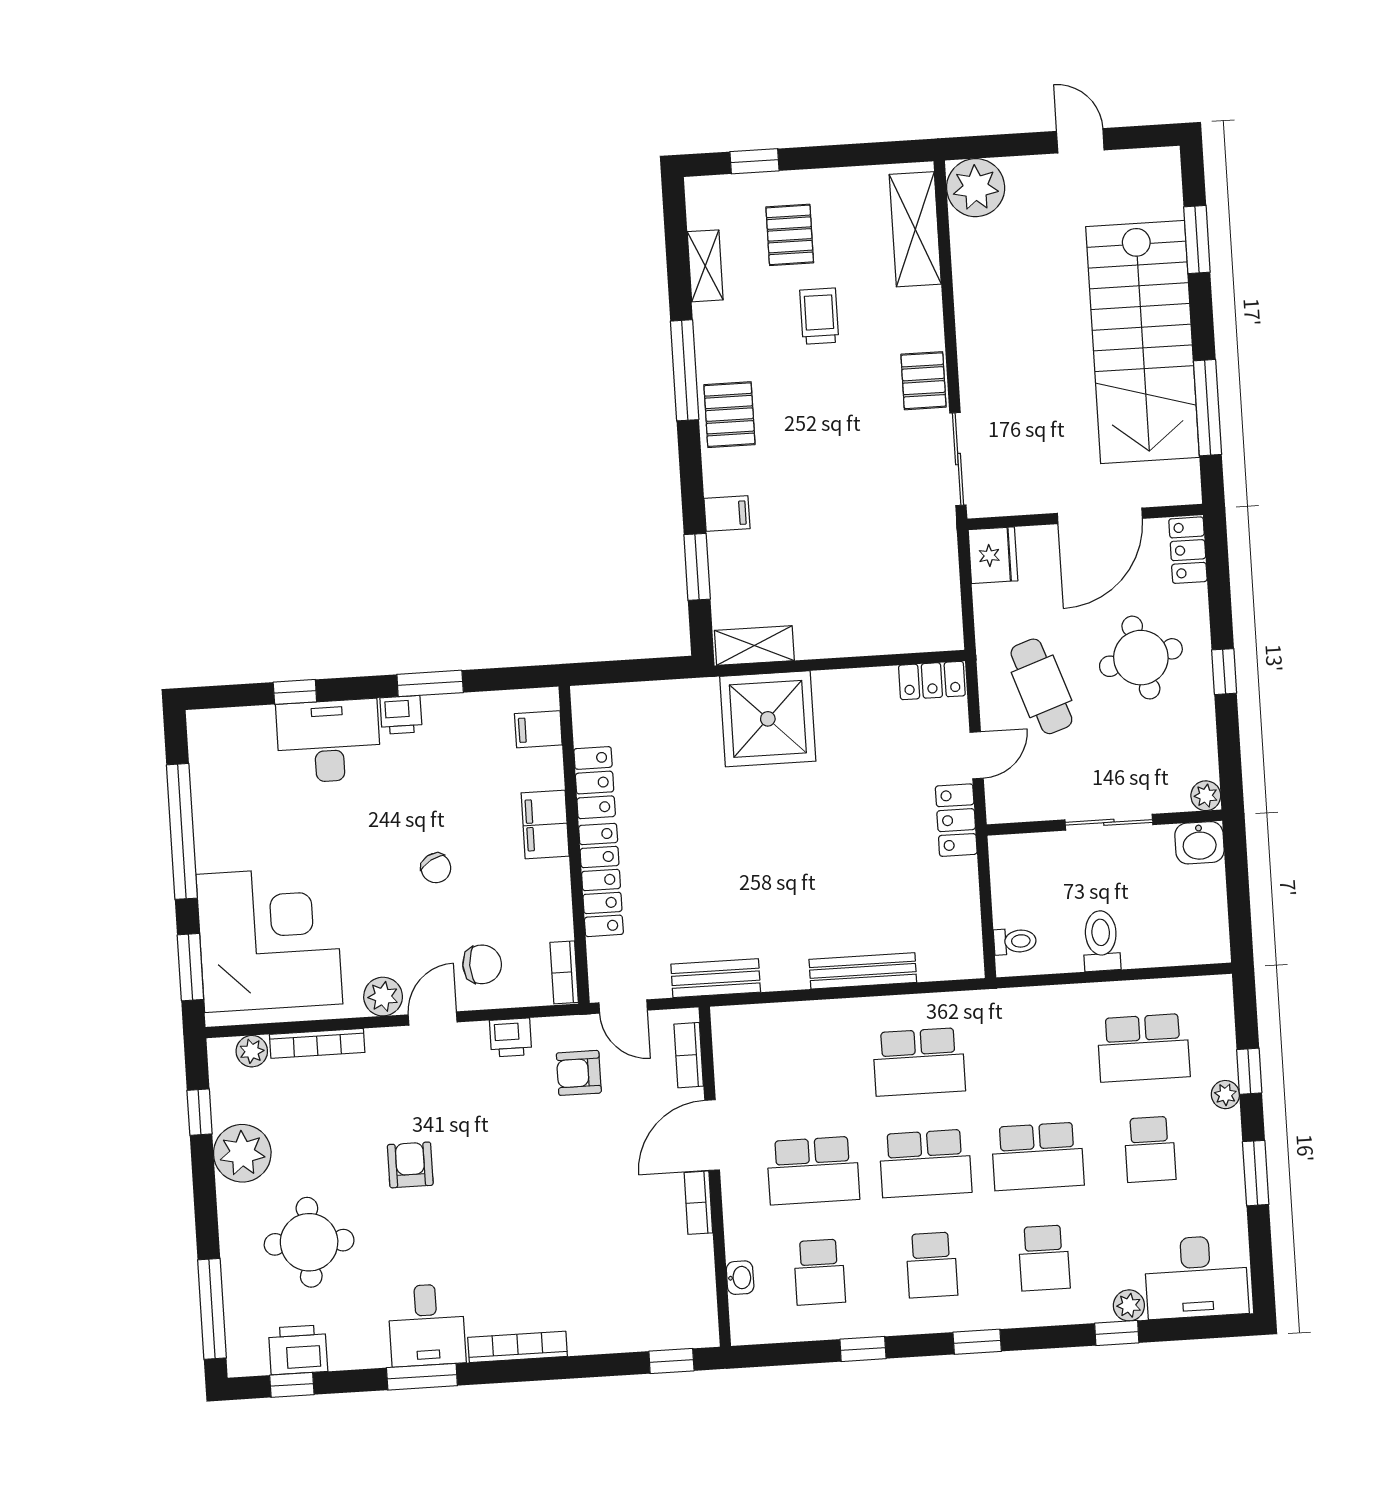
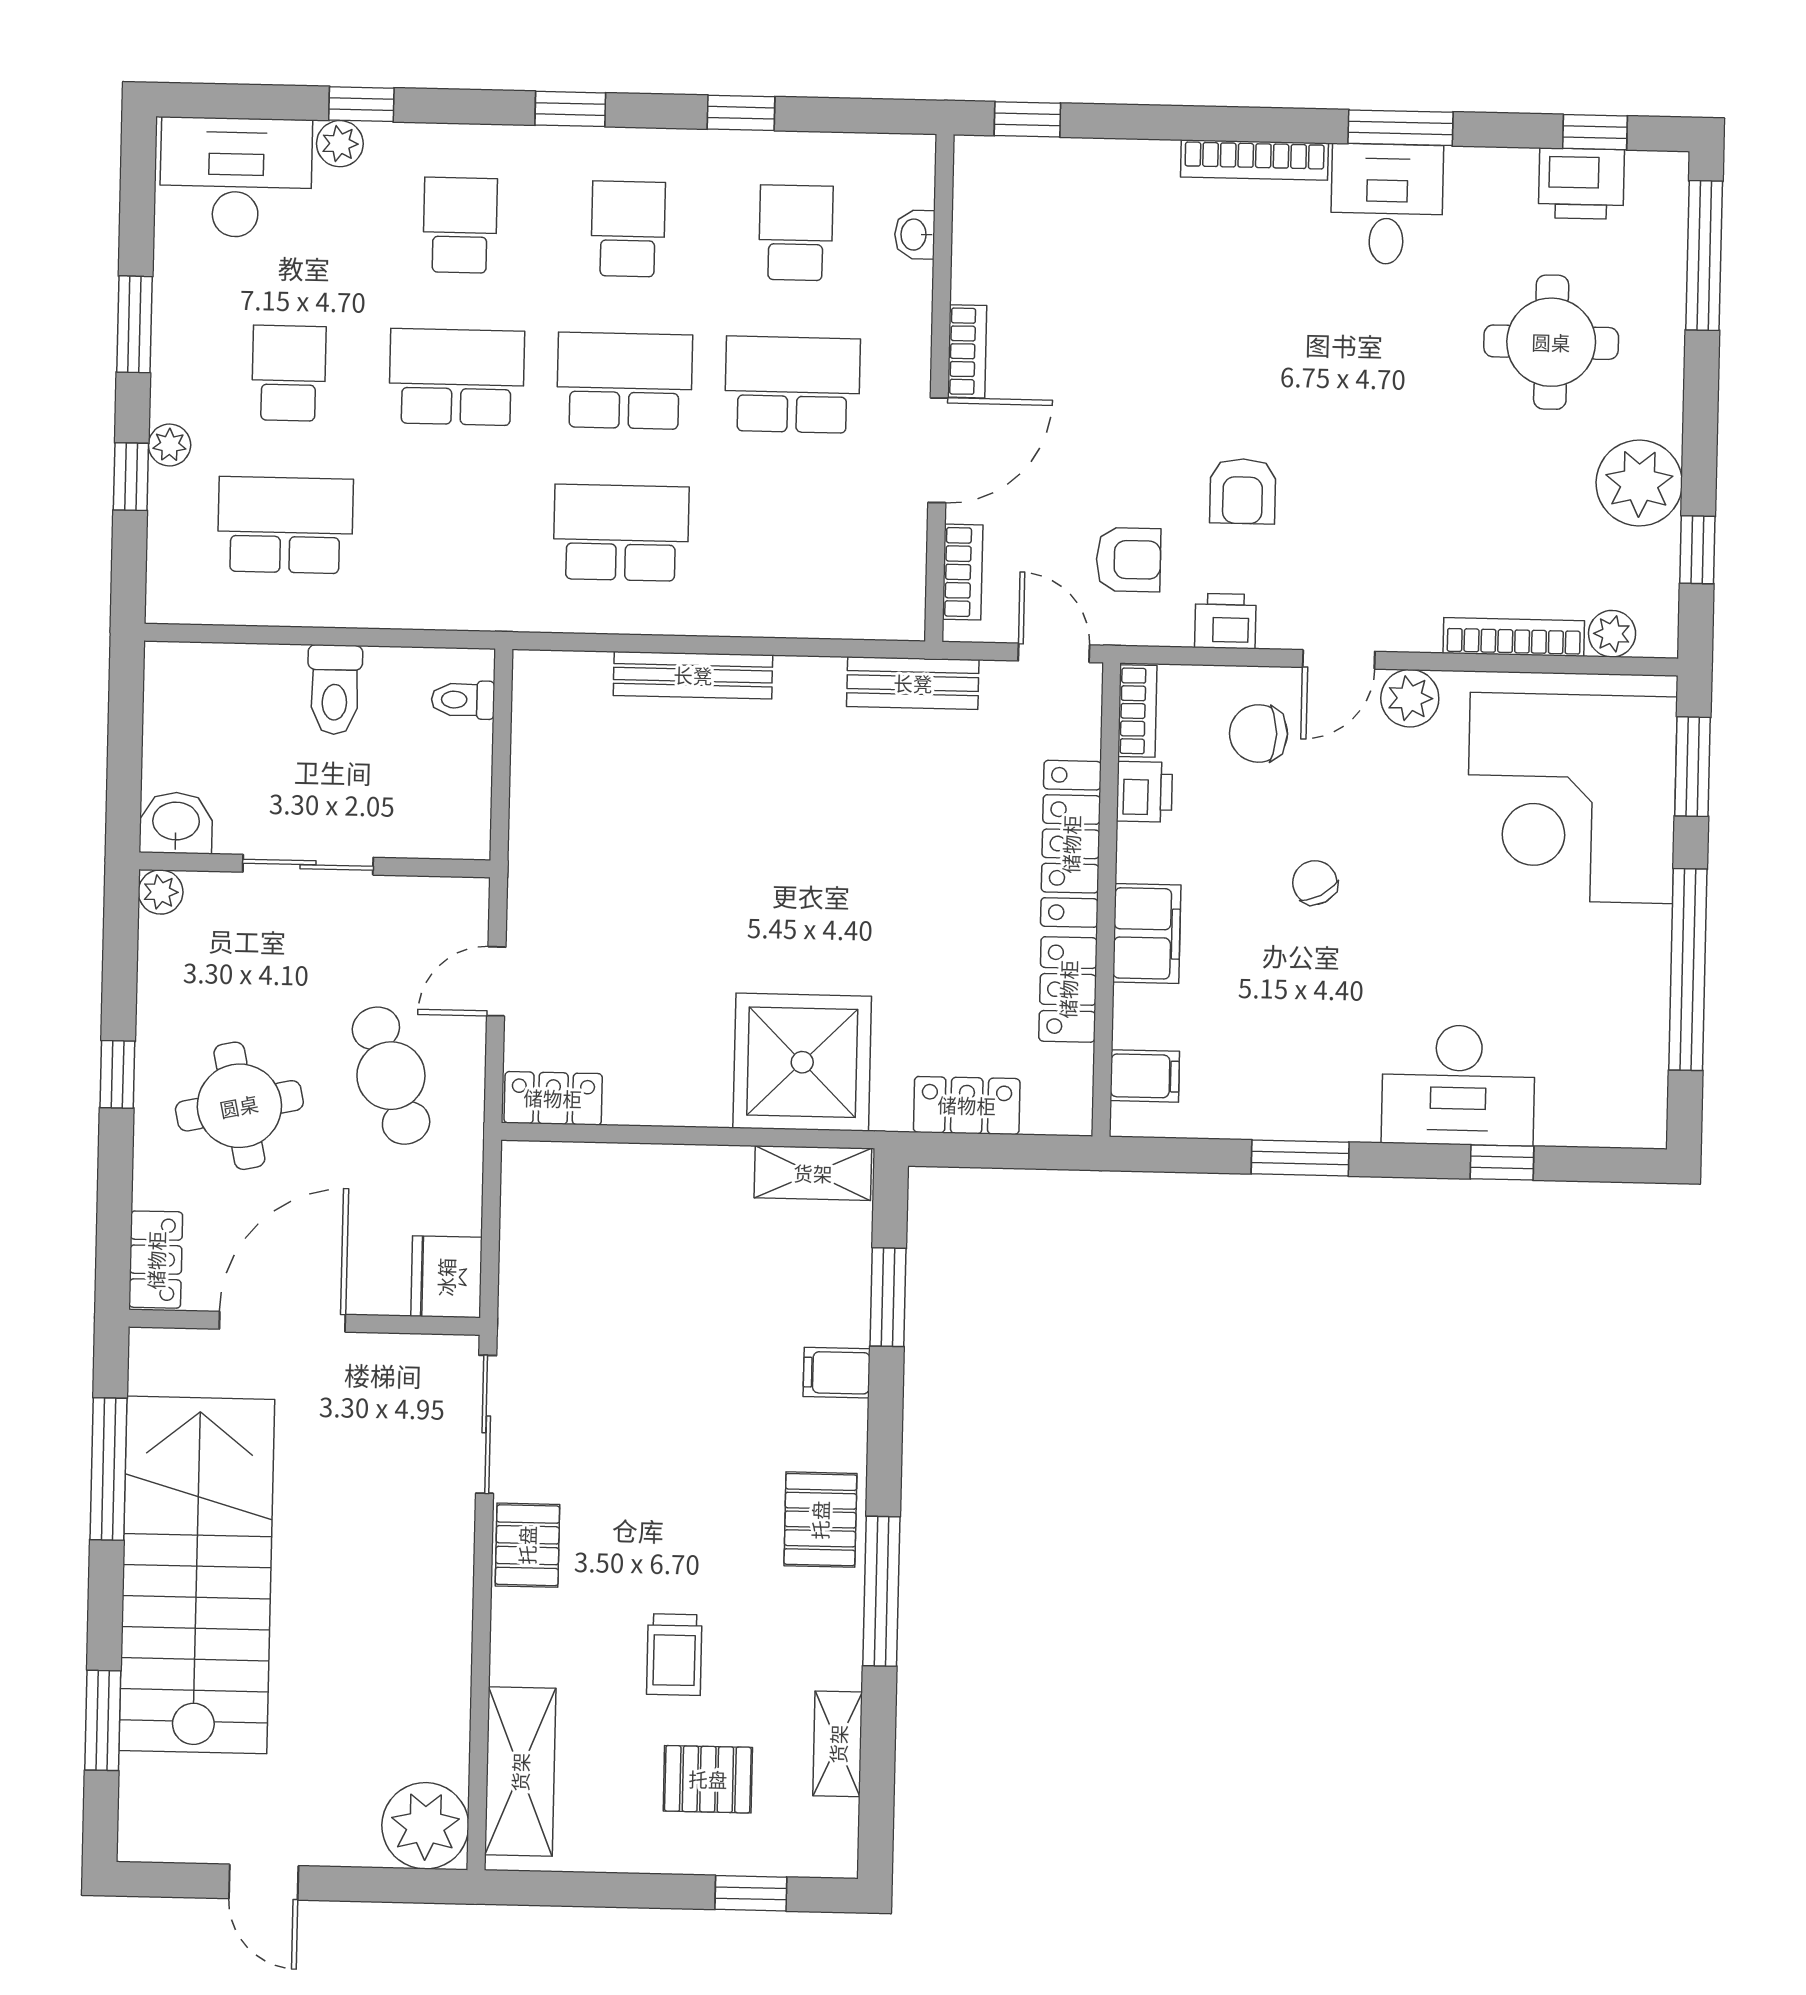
pallet: (790, 235) -> (708, 1779), turned 90
printer: (401, 715) -> (1144, 792), moved, turned 90
locker: (956, 820) -> (967, 1105), moved, turned -90
armchair: (410, 1165) -> (1243, 491), moved

